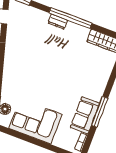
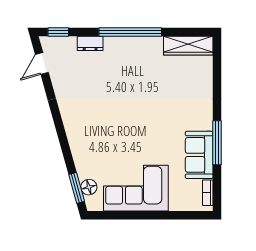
dresser: (58, 22) -> (90, 43), moved

